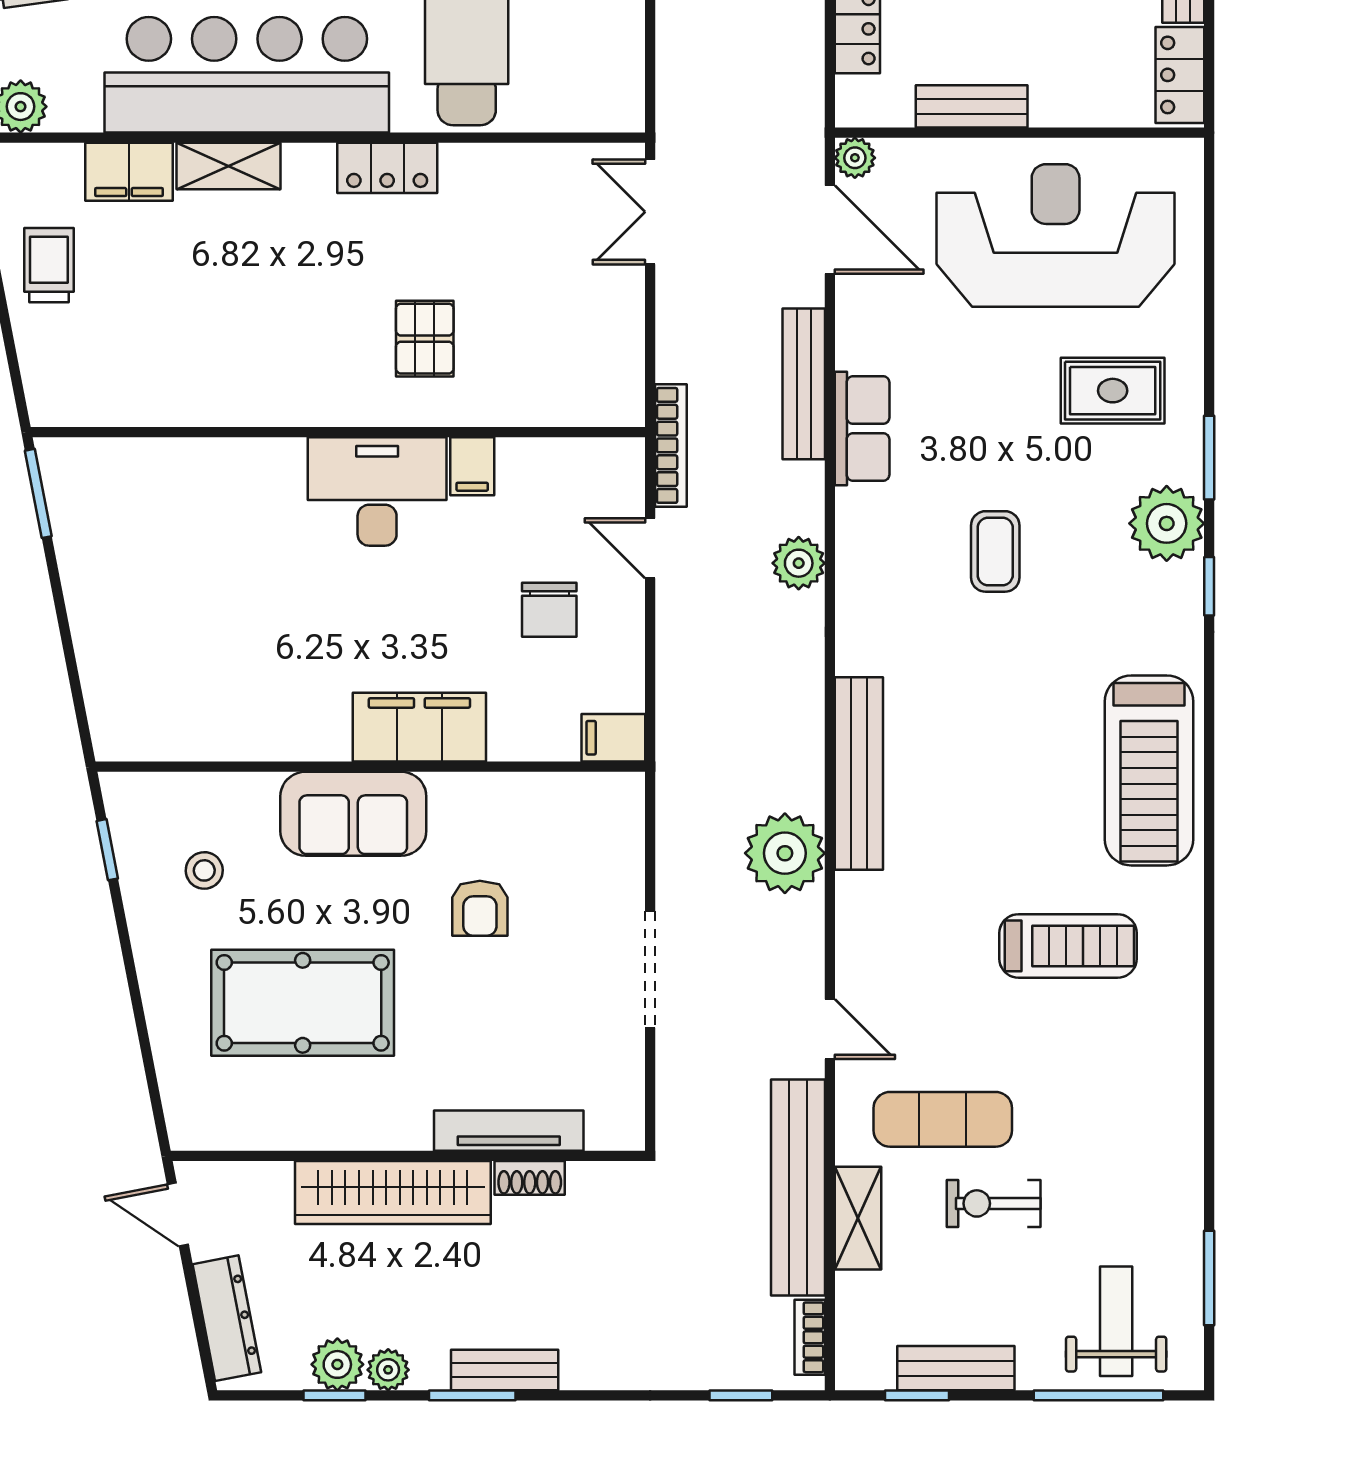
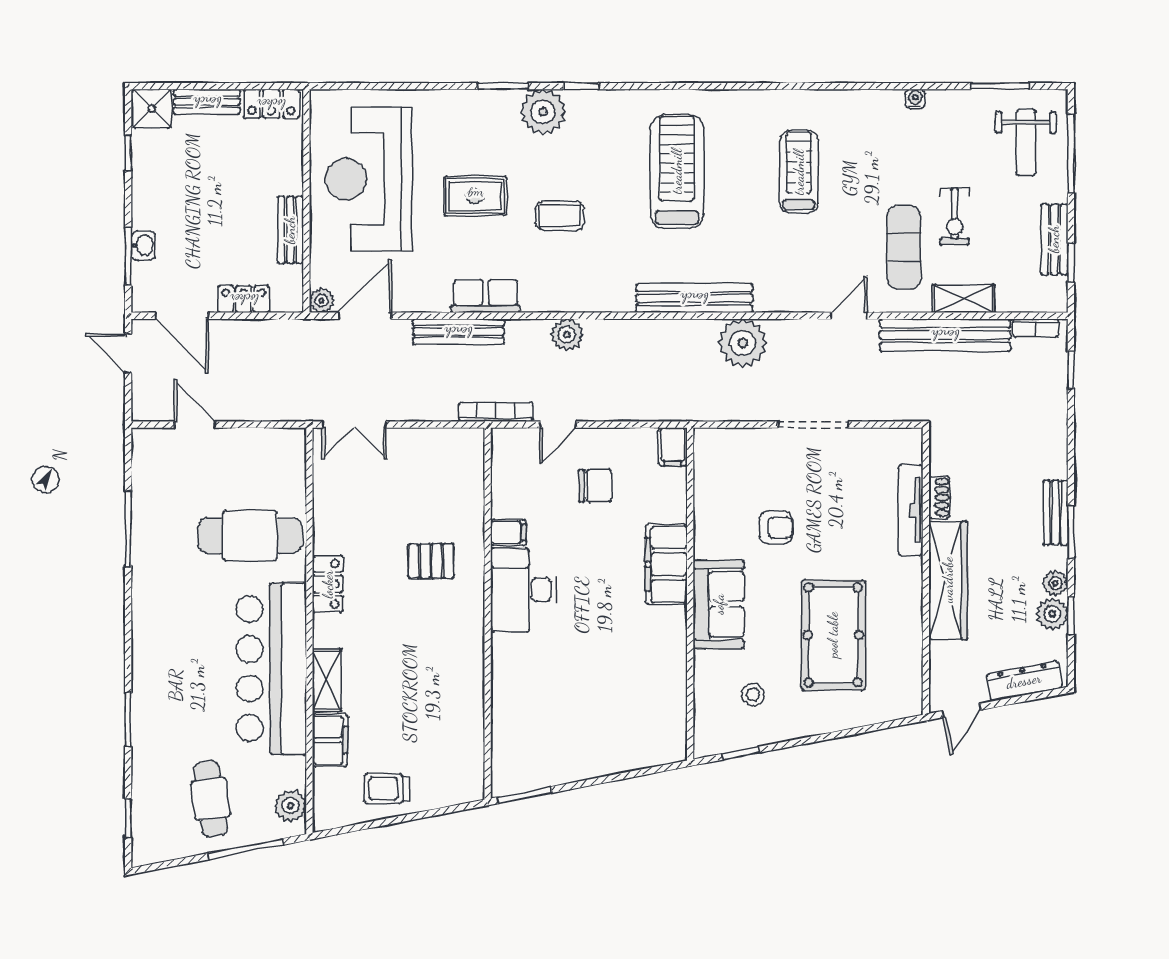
rug: (1113, 391) -> (475, 196), moved, turned 90
treadmill: (1149, 770) -> (677, 171), moved, turned -90
water cooler: (1188, 1138) -> (915, 99), added
weight bench: (1116, 1321) -> (1026, 142), turned -90

